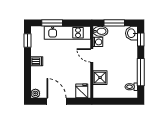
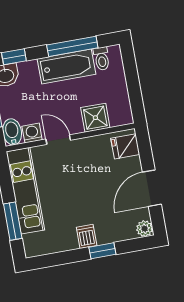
window: (28, 41) -> (102, 251), moved
door: (92, 55) -> (58, 140), swing flipped
bathtub: (130, 67) -> (67, 67), added

